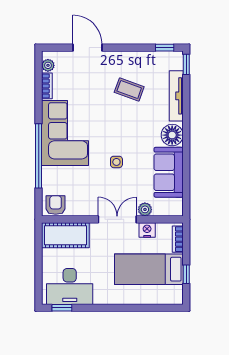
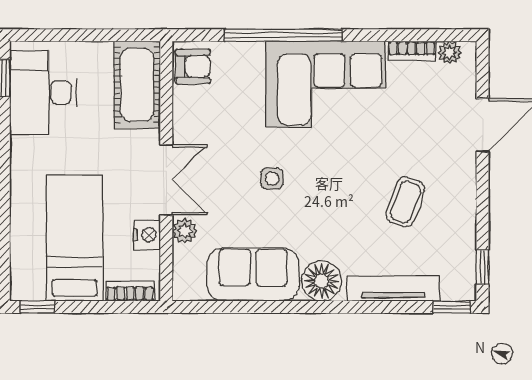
window: (186, 274) -> (38, 307), moved

